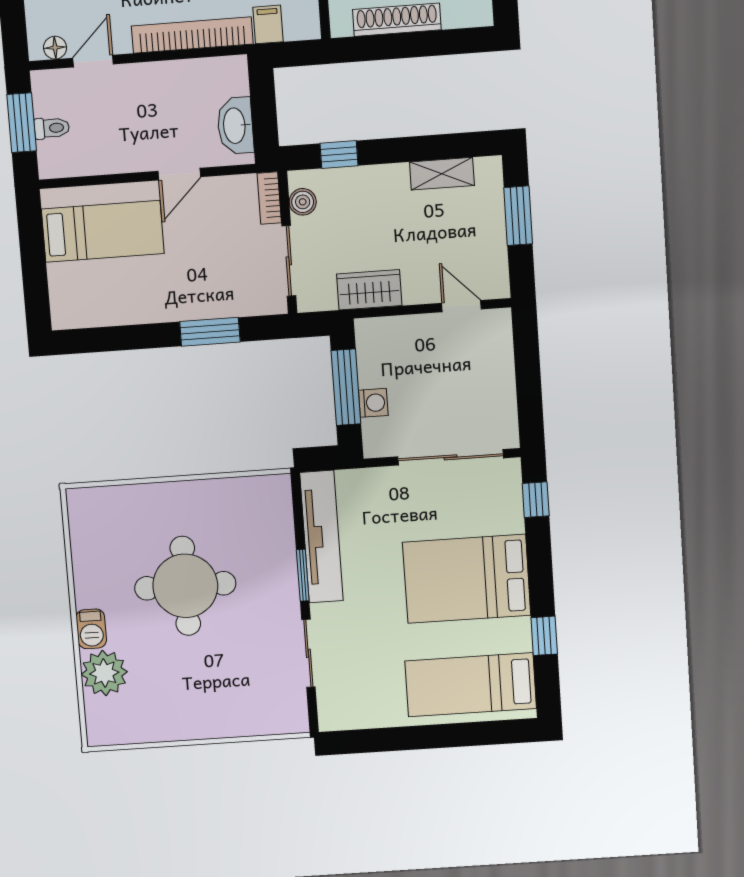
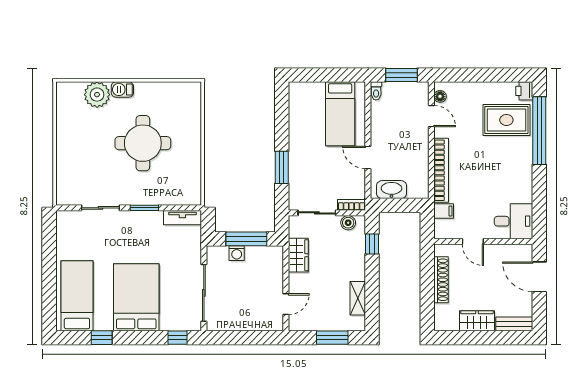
toilet: (52, 128) -> (376, 91), moved
tv unit: (321, 537) -> (182, 218), width x0.52, depth x0.78

